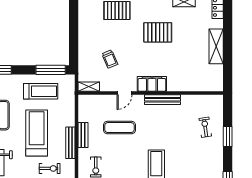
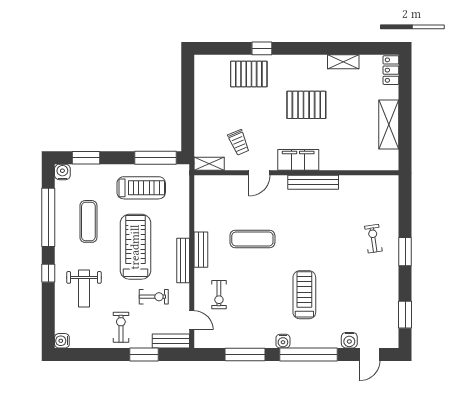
filing cabinet: (152, 84) -> (298, 160), moved
shelving: (89, 87) -> (209, 164), moved
door: (124, 93) -> (259, 173), moved
wall: (151, 93) -> (296, 173), moved
bench: (163, 100) -> (313, 182), moved

